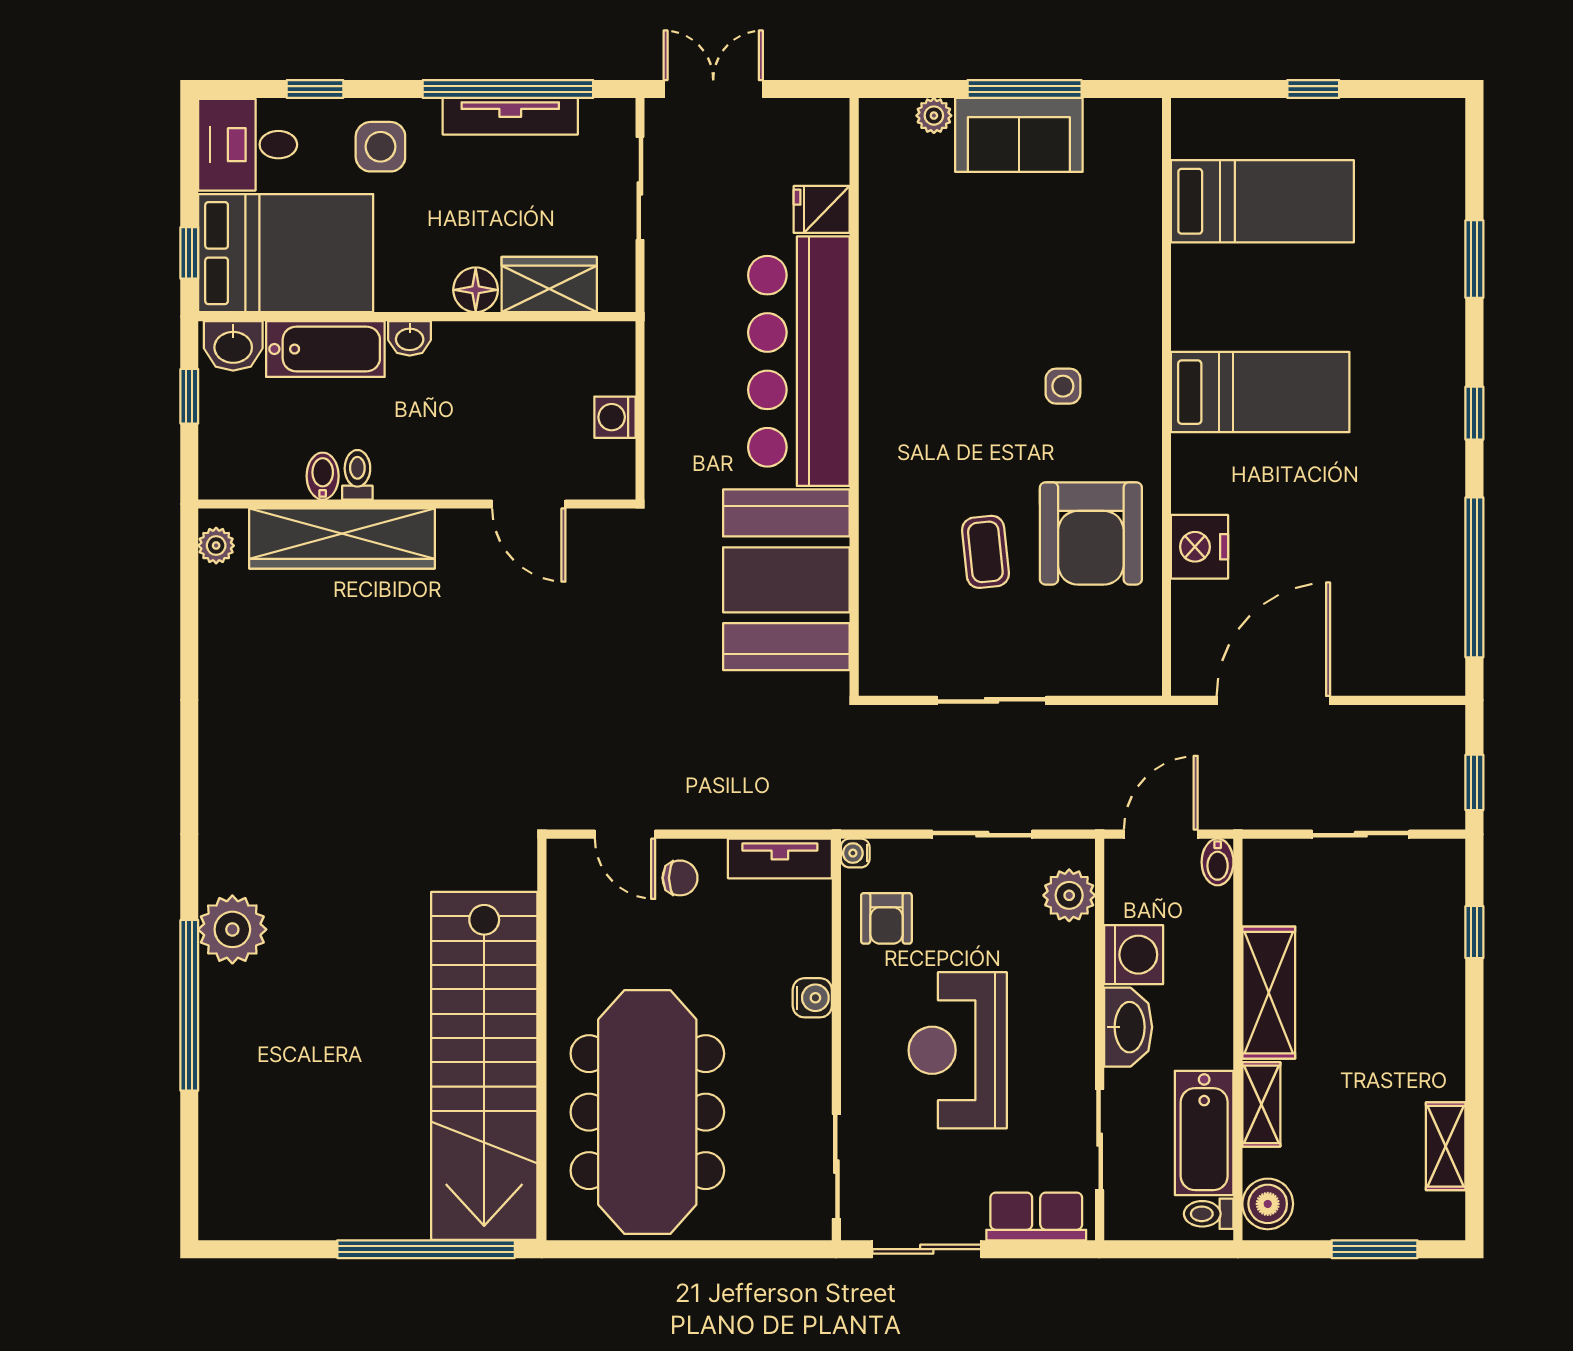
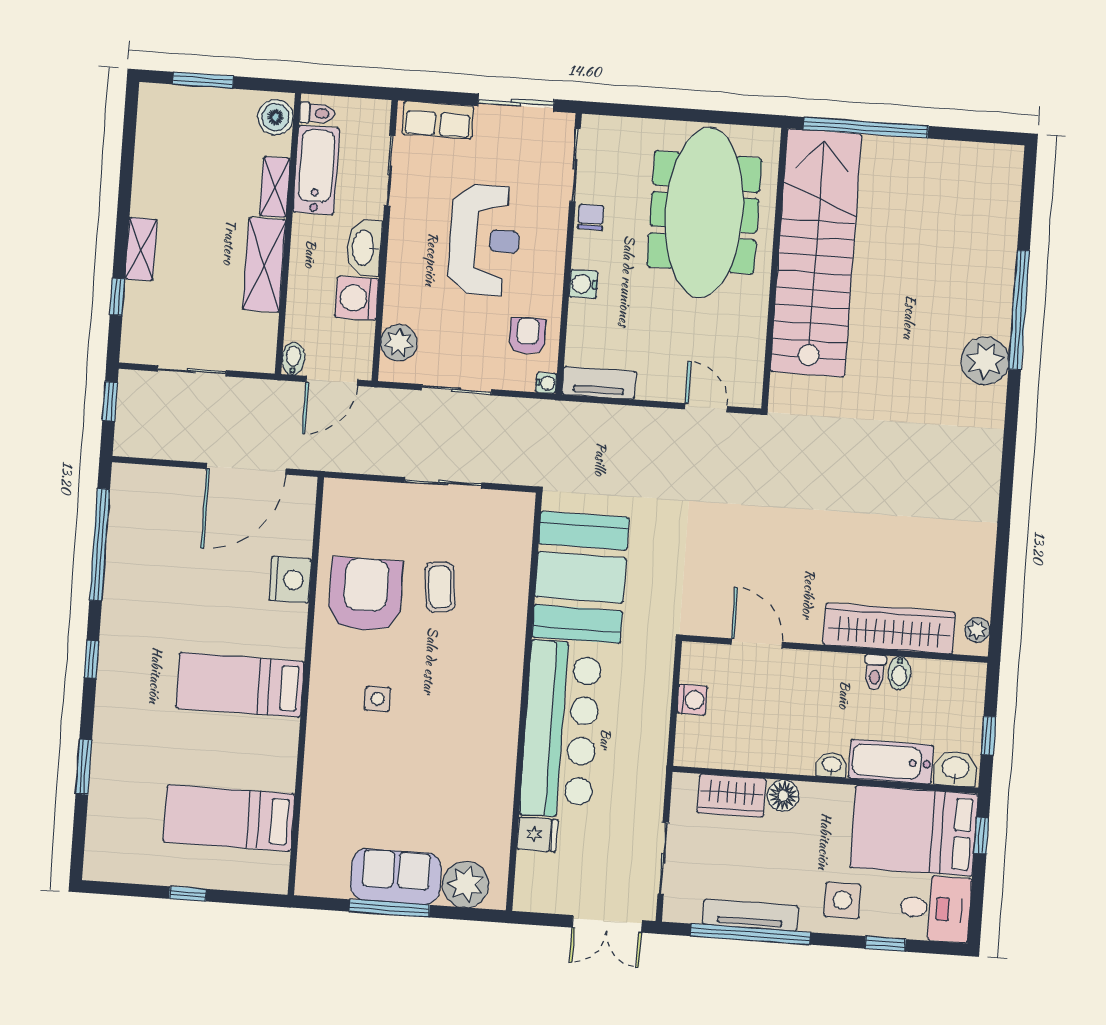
plant: (934, 116) -> (466, 884), width x1.88, depth x1.88
chair: (680, 878) -> (591, 217), moved, turned 90
shelving: (1446, 1146) -> (141, 249), moved

